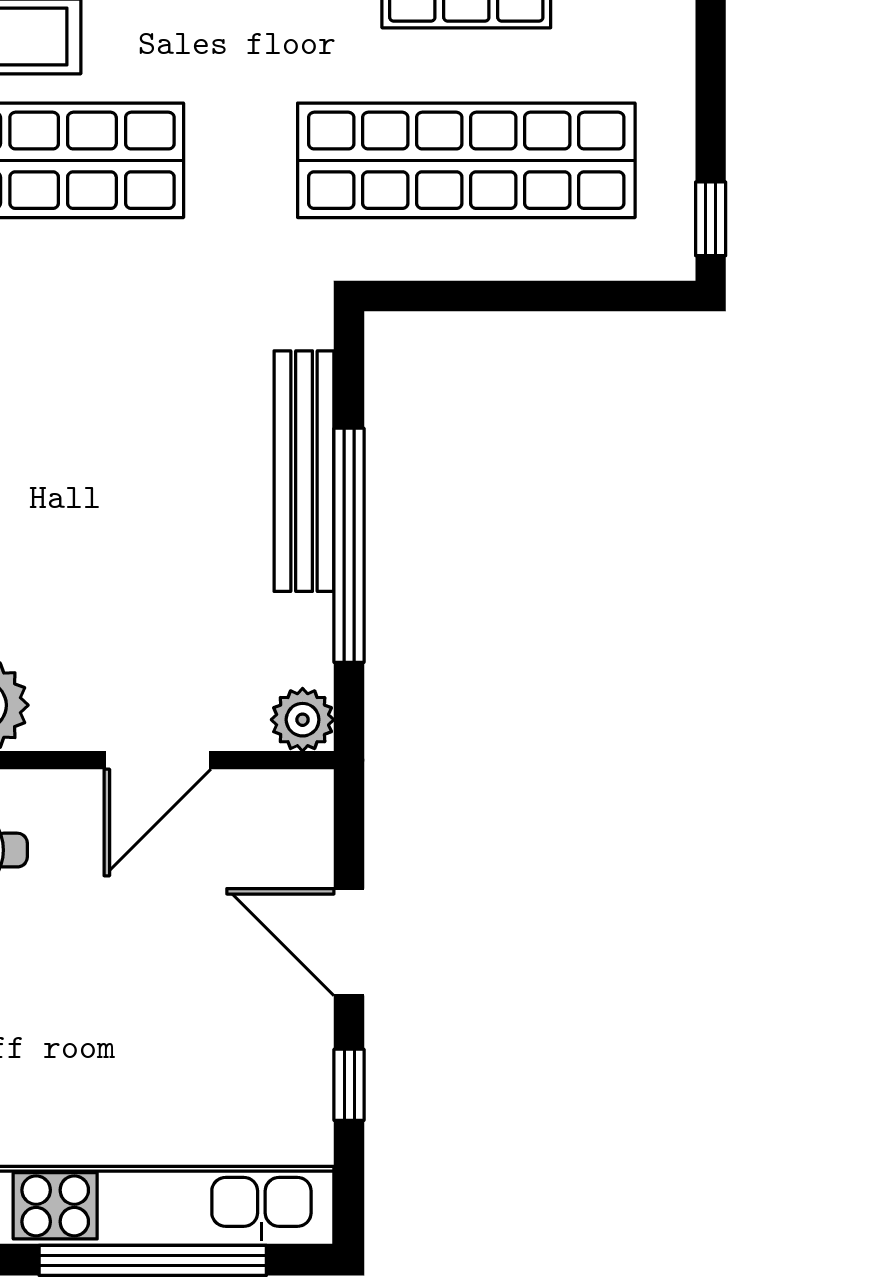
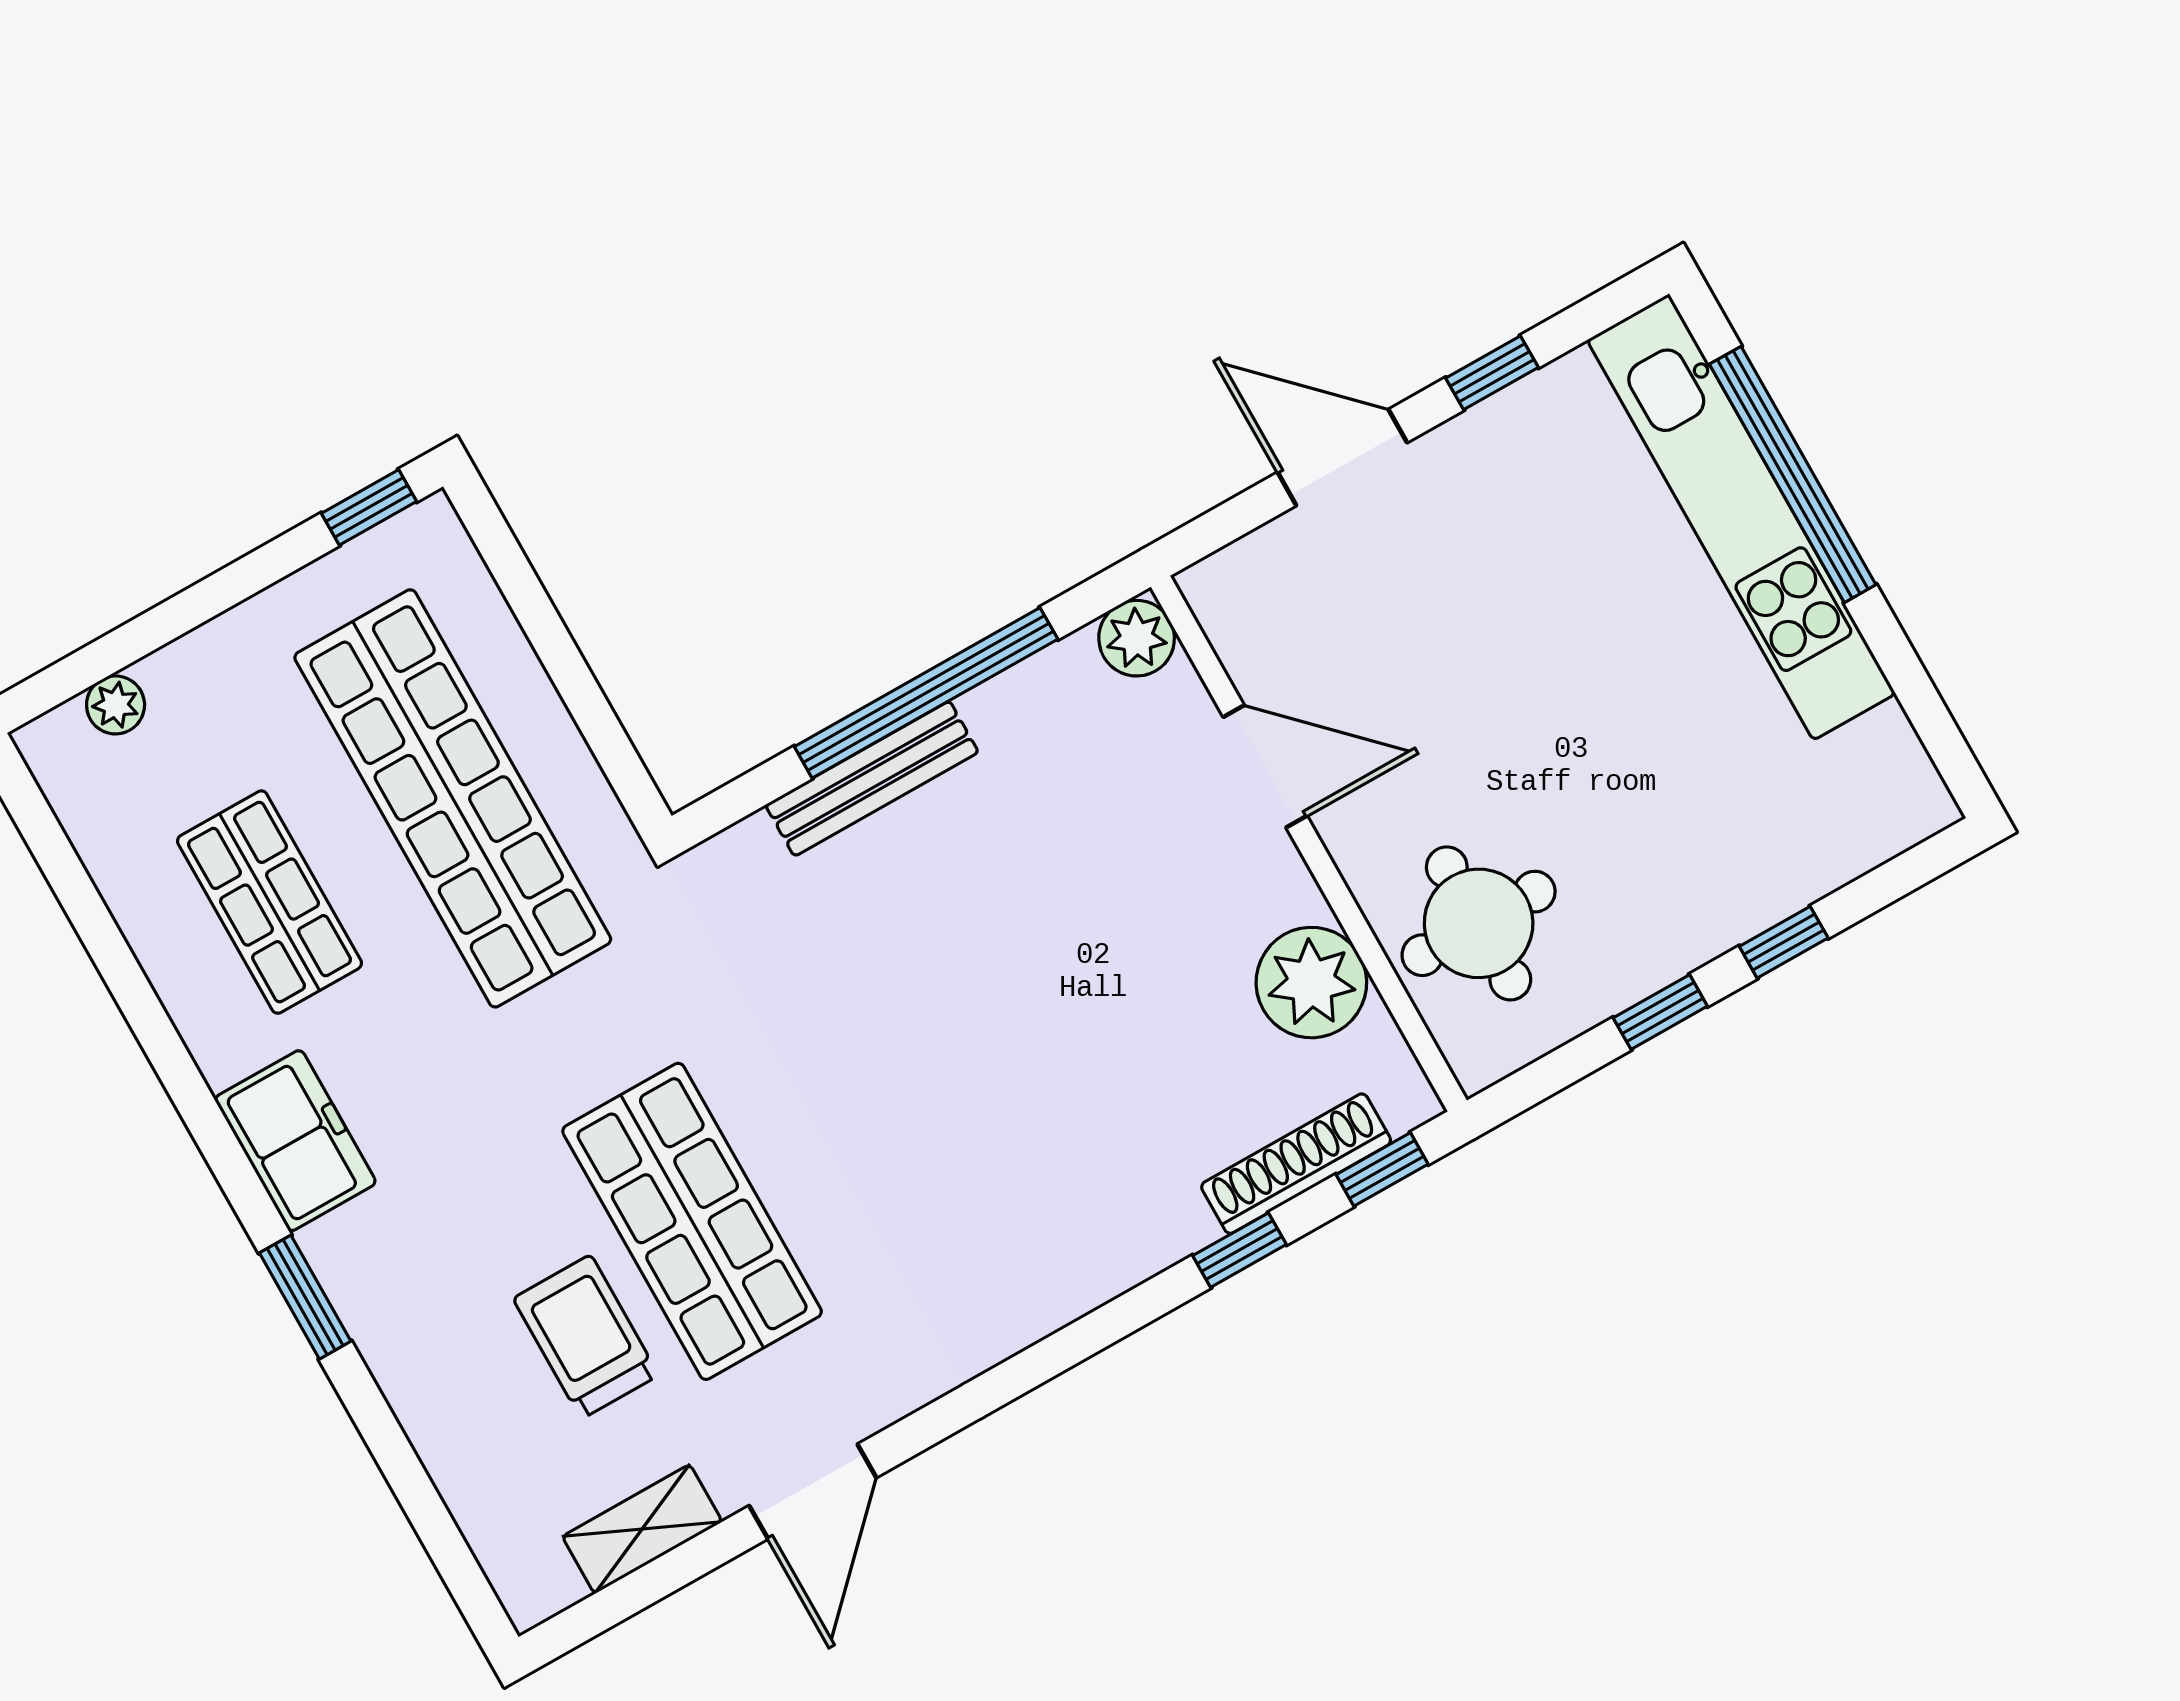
bench: (304, 471) -> (872, 779), width x0.73, depth x0.82
door: (349, 942) -> (1342, 457), swing flipped

